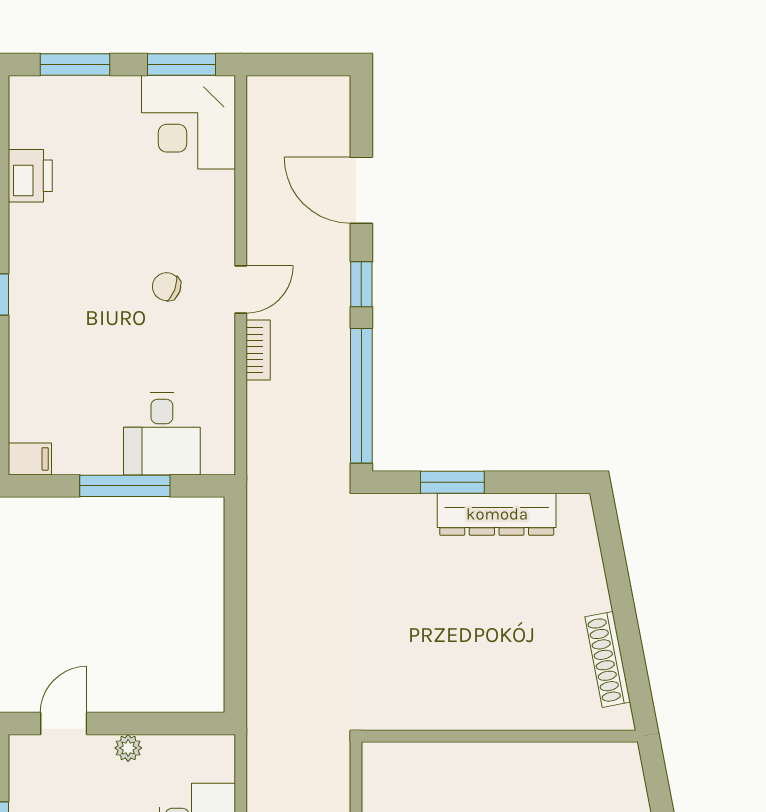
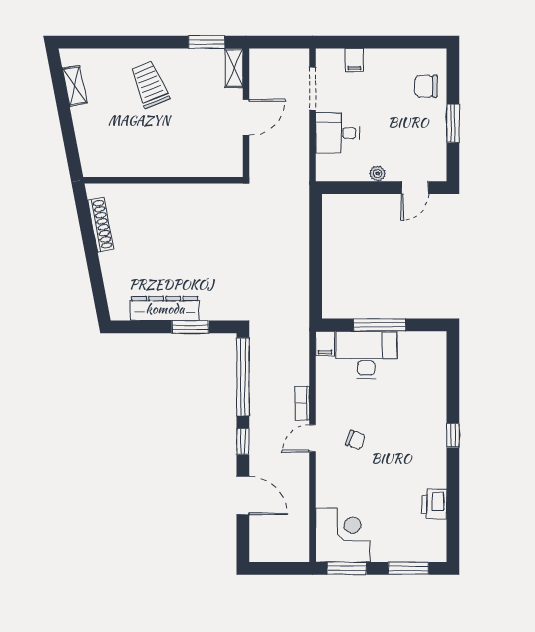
desk: (162, 434) -> (366, 355), width x1.37
filing cabinet: (30, 459) -> (325, 344), moved, turned -90

